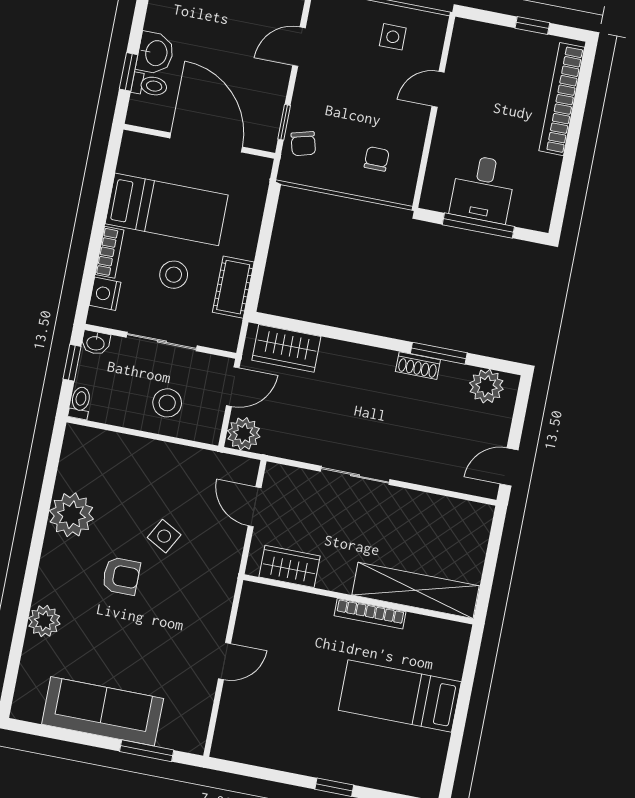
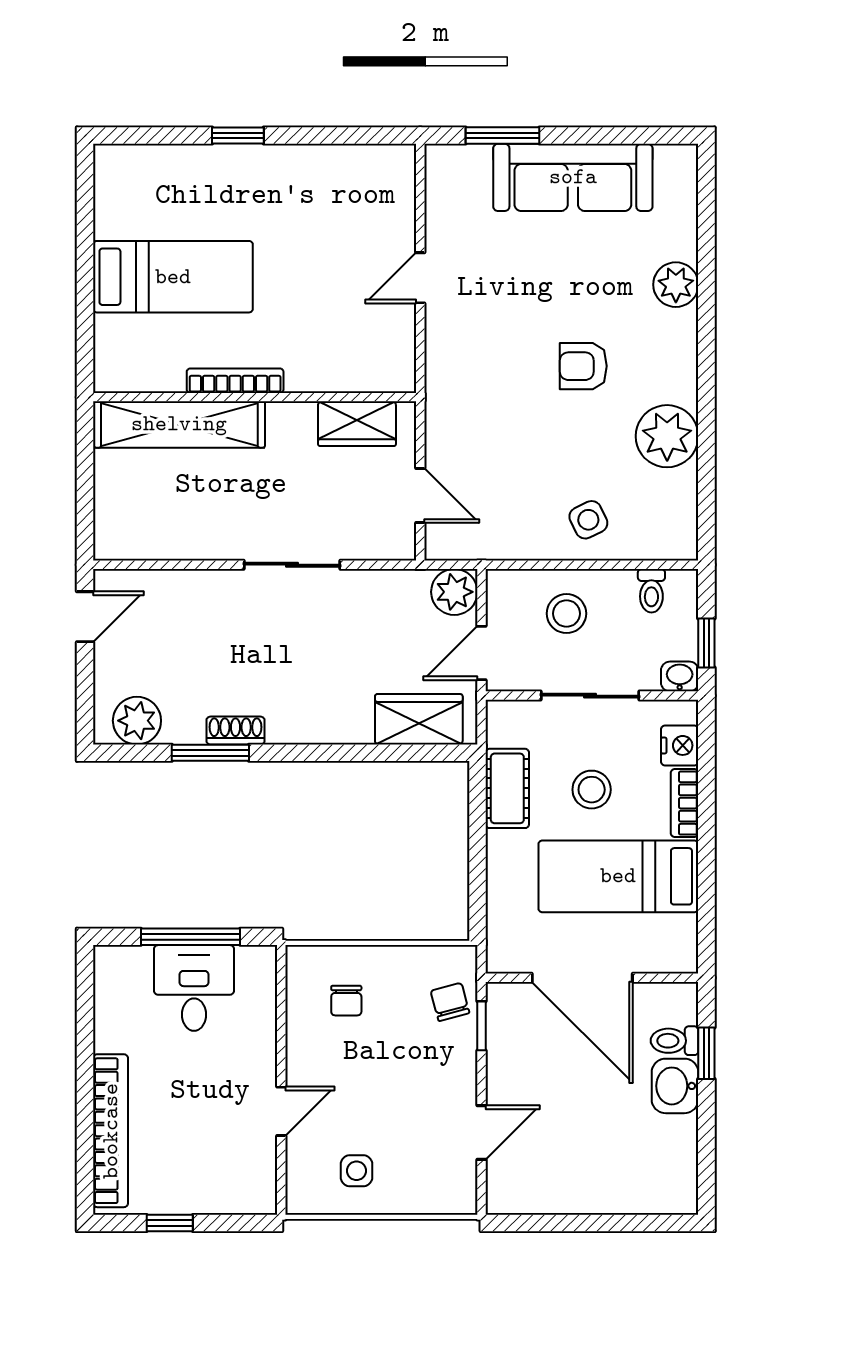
toilet: (80, 403) -> (651, 591), moved
side table: (164, 536) -> (588, 520), moved, turned 35

